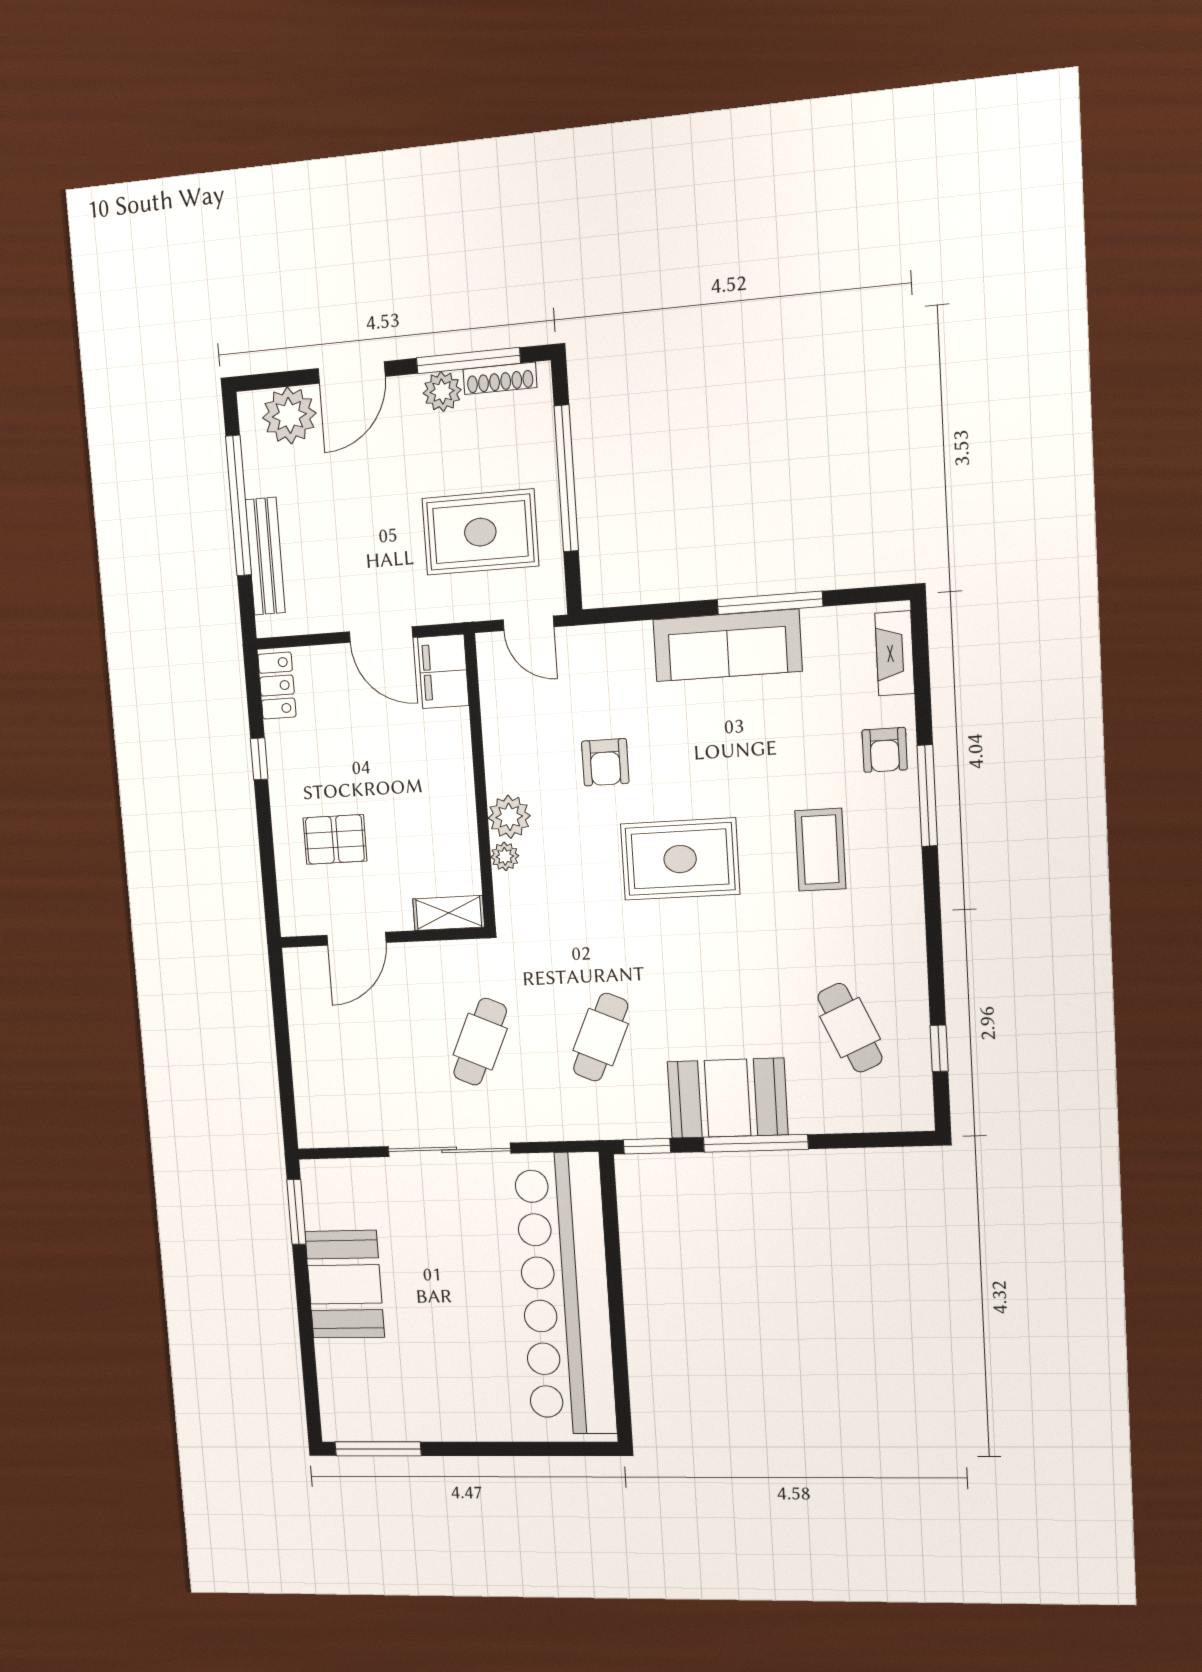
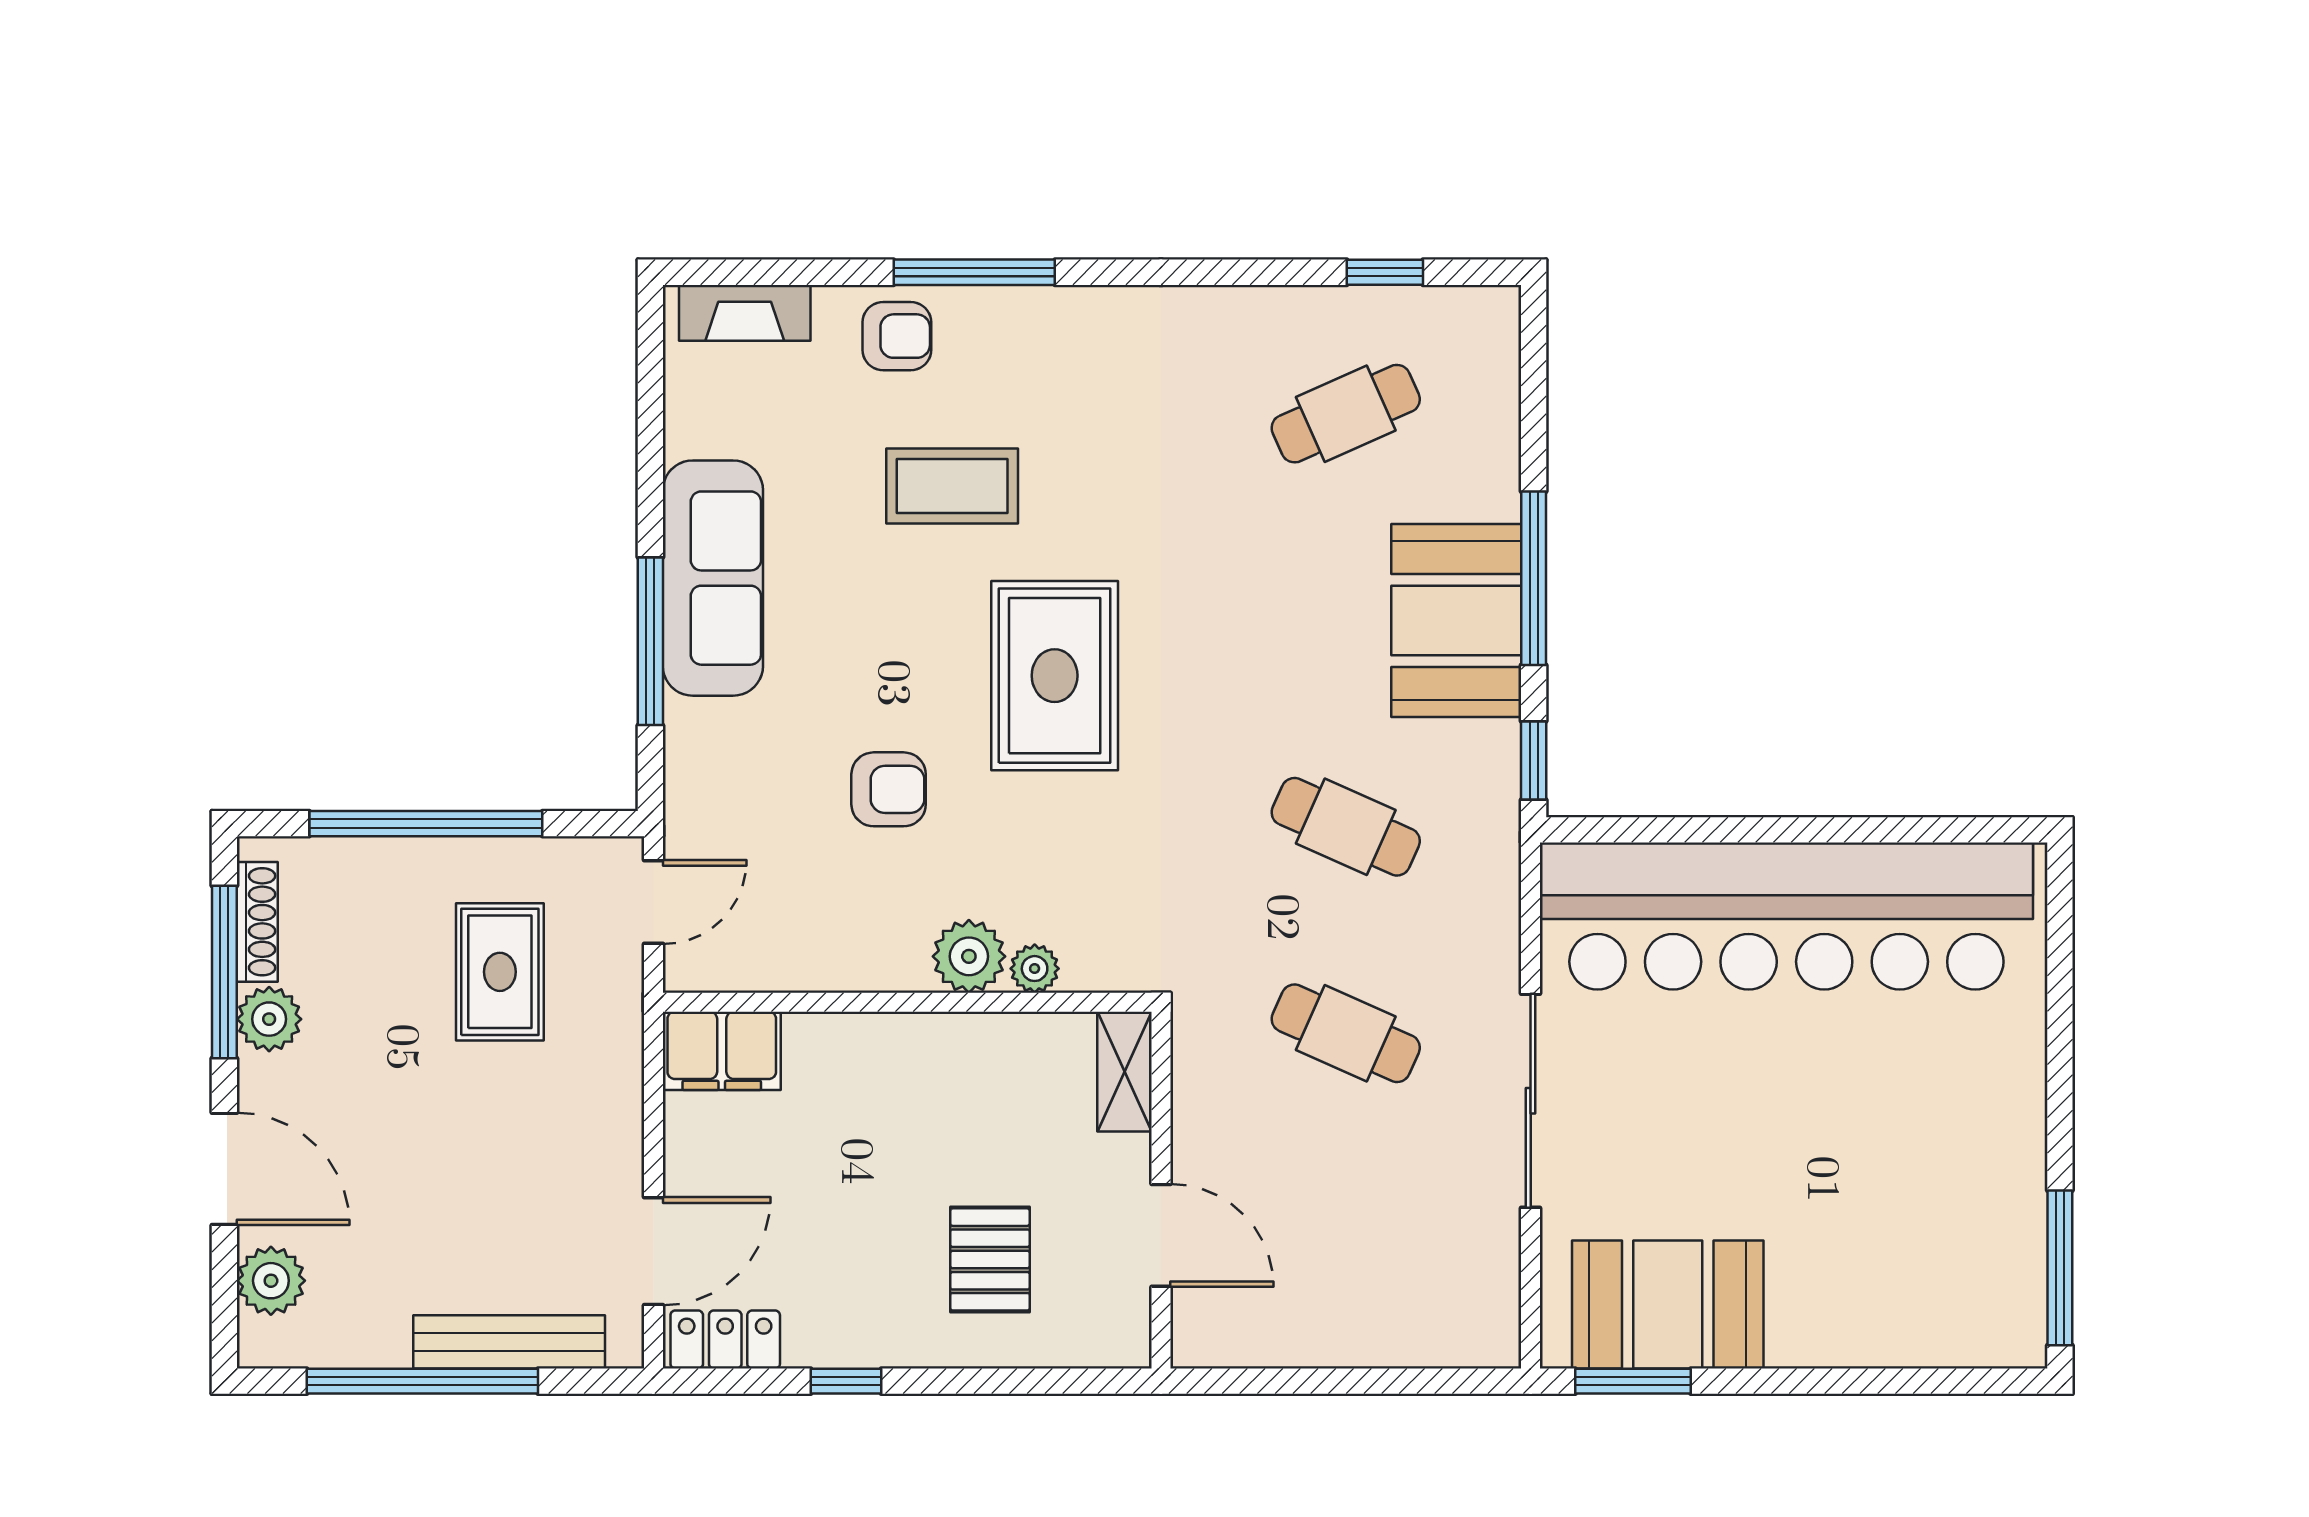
plant: (289, 415) -> (271, 1281), width x0.73, depth x0.73
rug: (480, 532) -> (500, 972), width x0.73, depth x0.70
window: (770, 603) -> (650, 641), moved
door: (381, 635) -> (653, 1251), moved
coffee table: (820, 850) -> (952, 486), moved
booth: (345, 1284) -> (1668, 1305), moved

